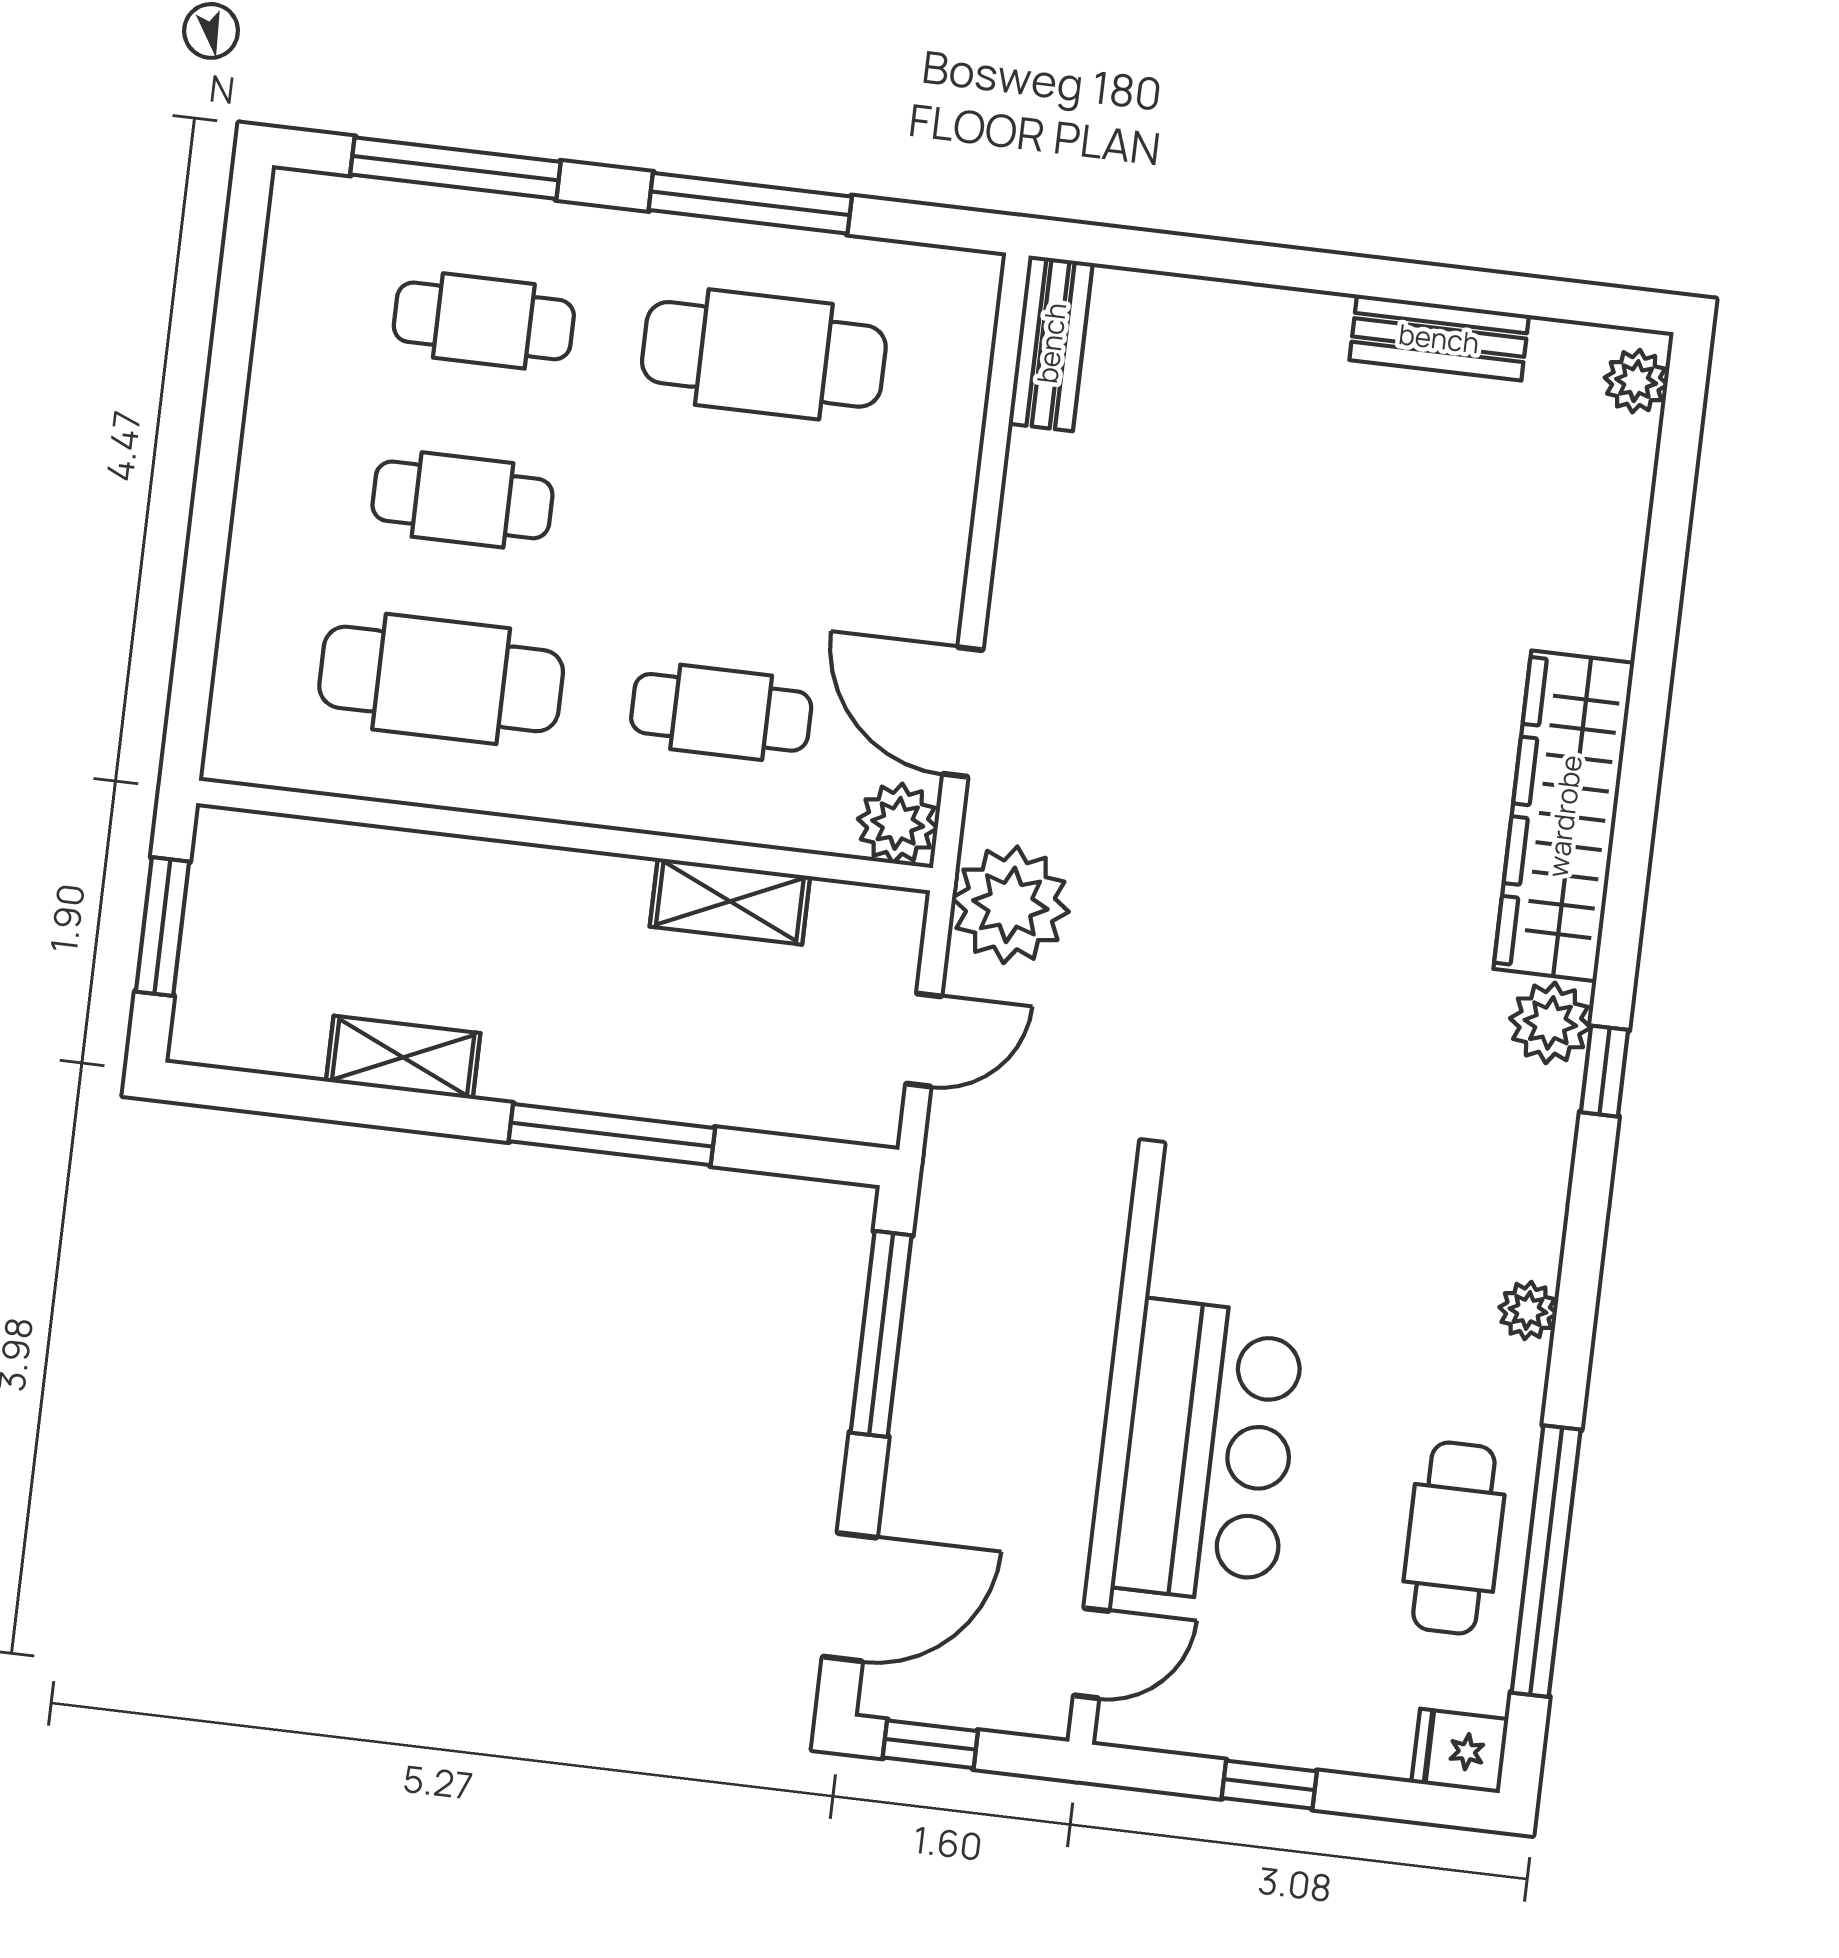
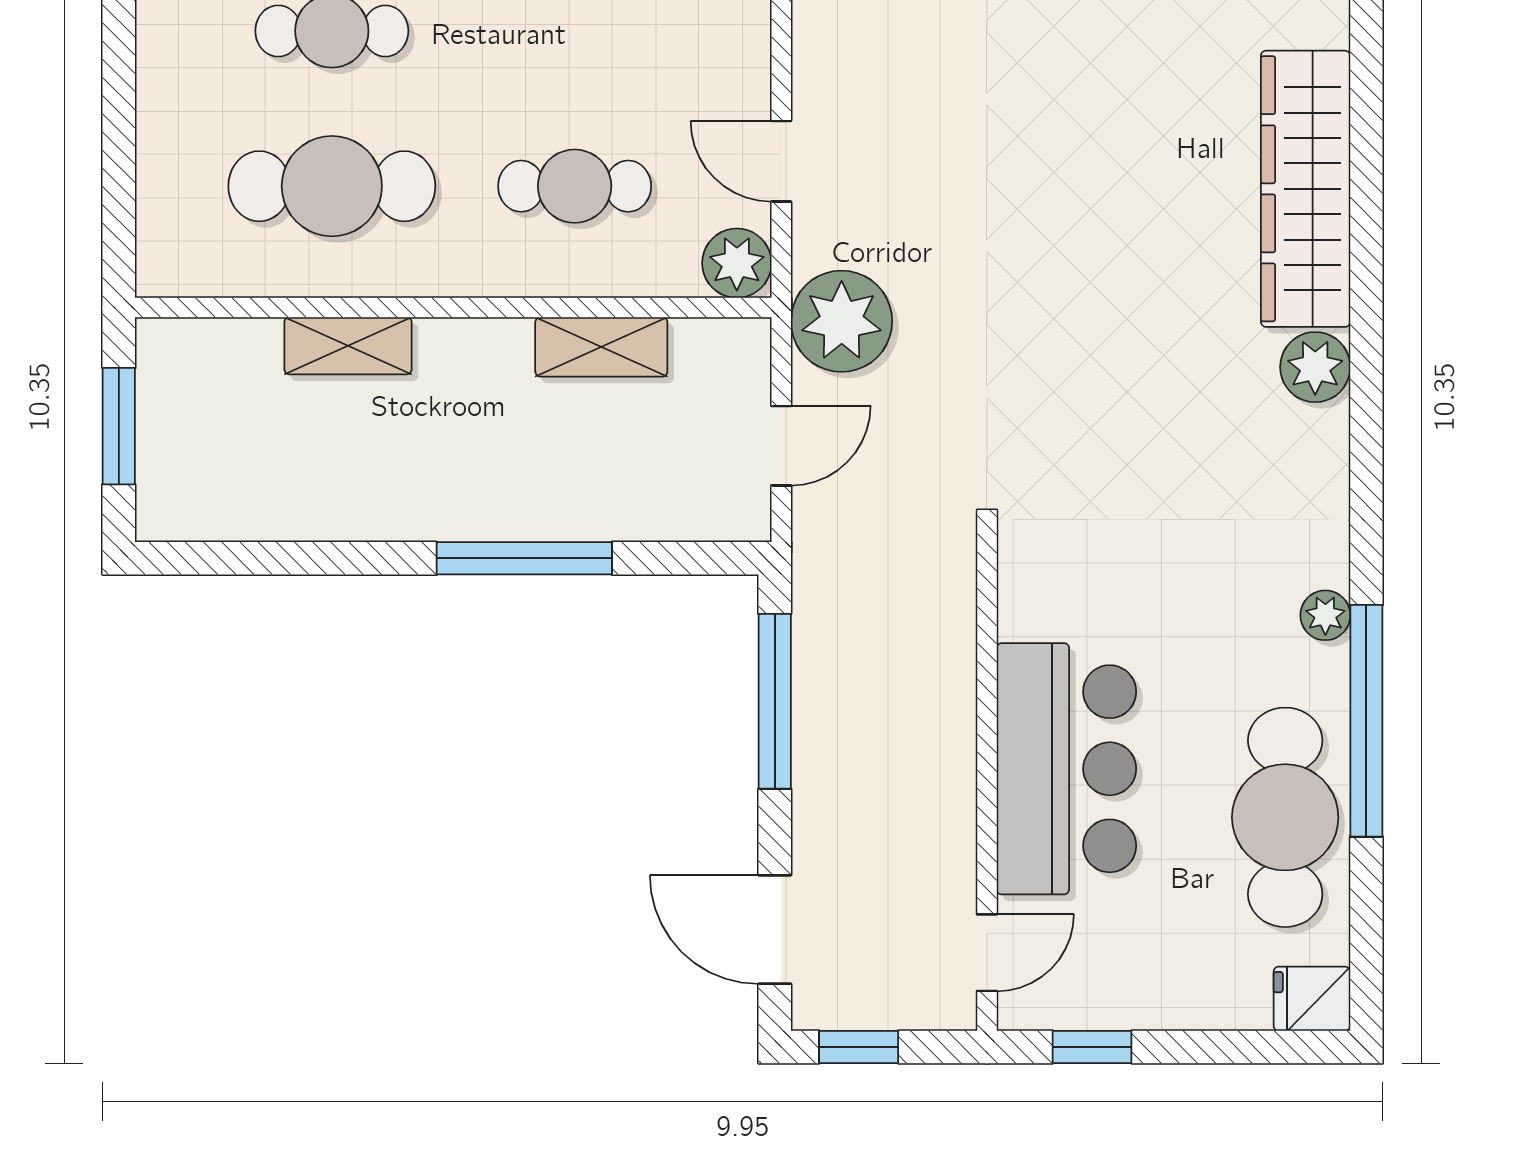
door: (963, 712) -> (781, 161), width x0.73
shelving: (403, 1057) -> (348, 346), moved
window: (1605, 1071) -> (1366, 403), removed
cafe table: (1454, 1538) -> (1285, 817), width x1.37, depth x1.35
window: (1546, 1561) -> (1366, 721), moved
door: (850, 1597) -> (775, 929), swing flipped
window: (1269, 1785) -> (1092, 1047), moved

